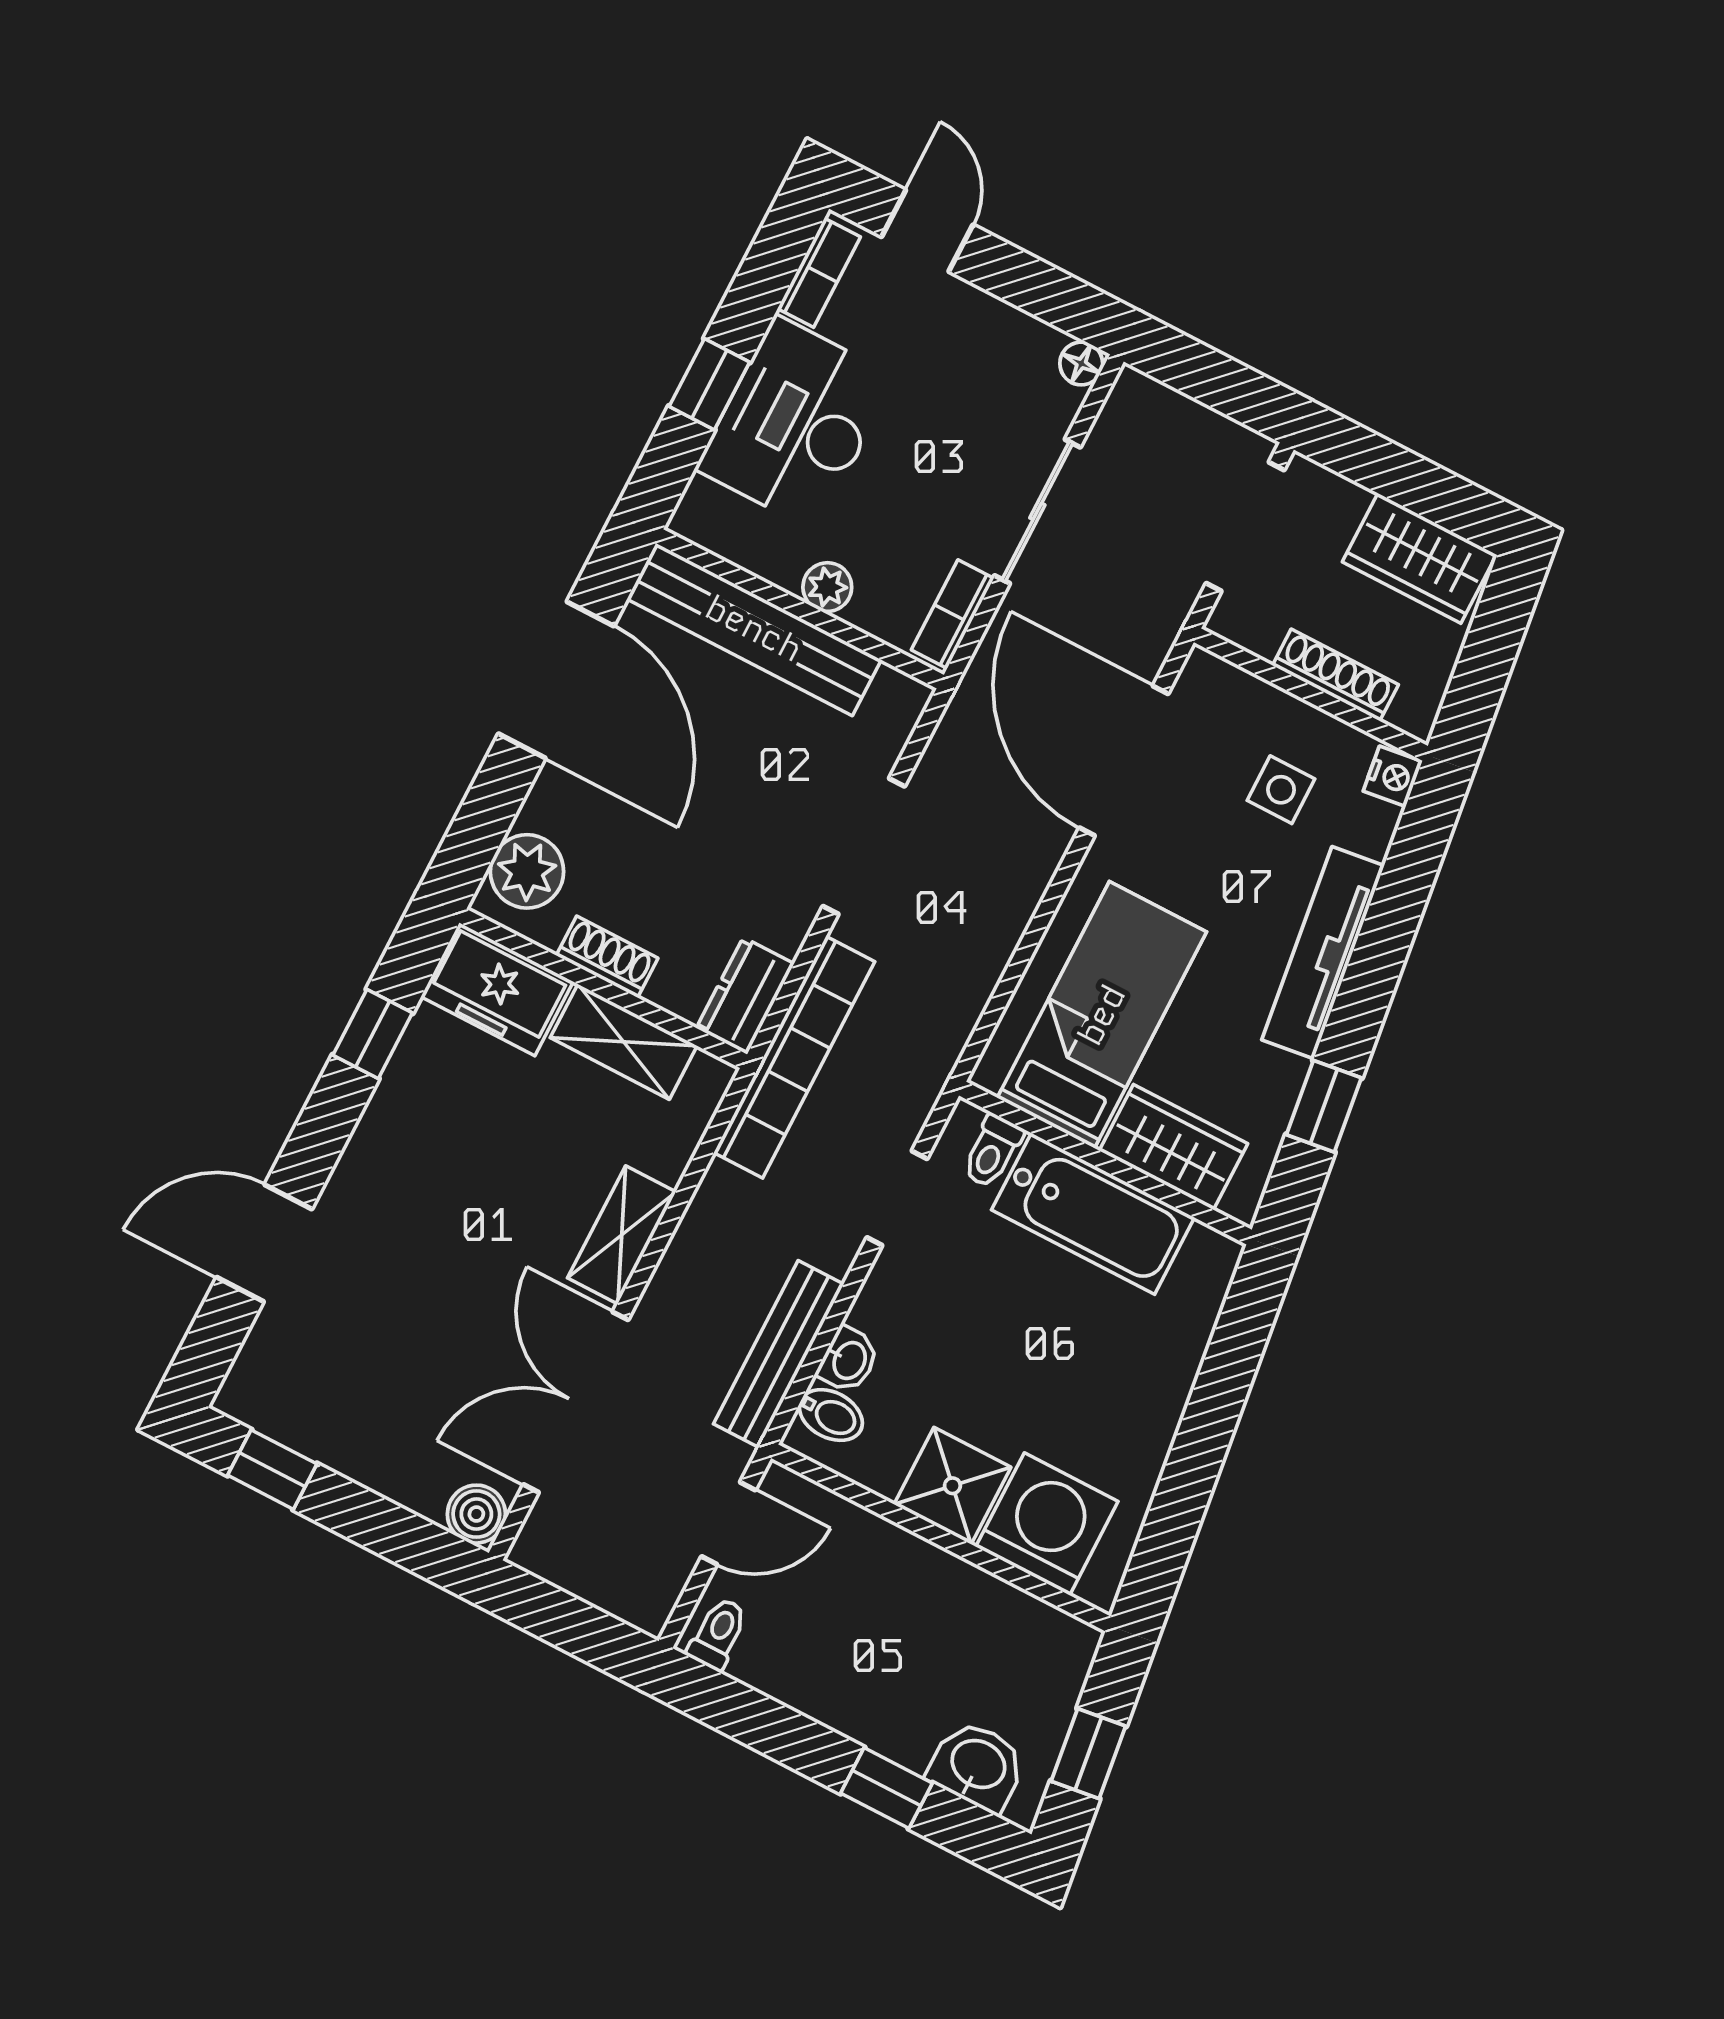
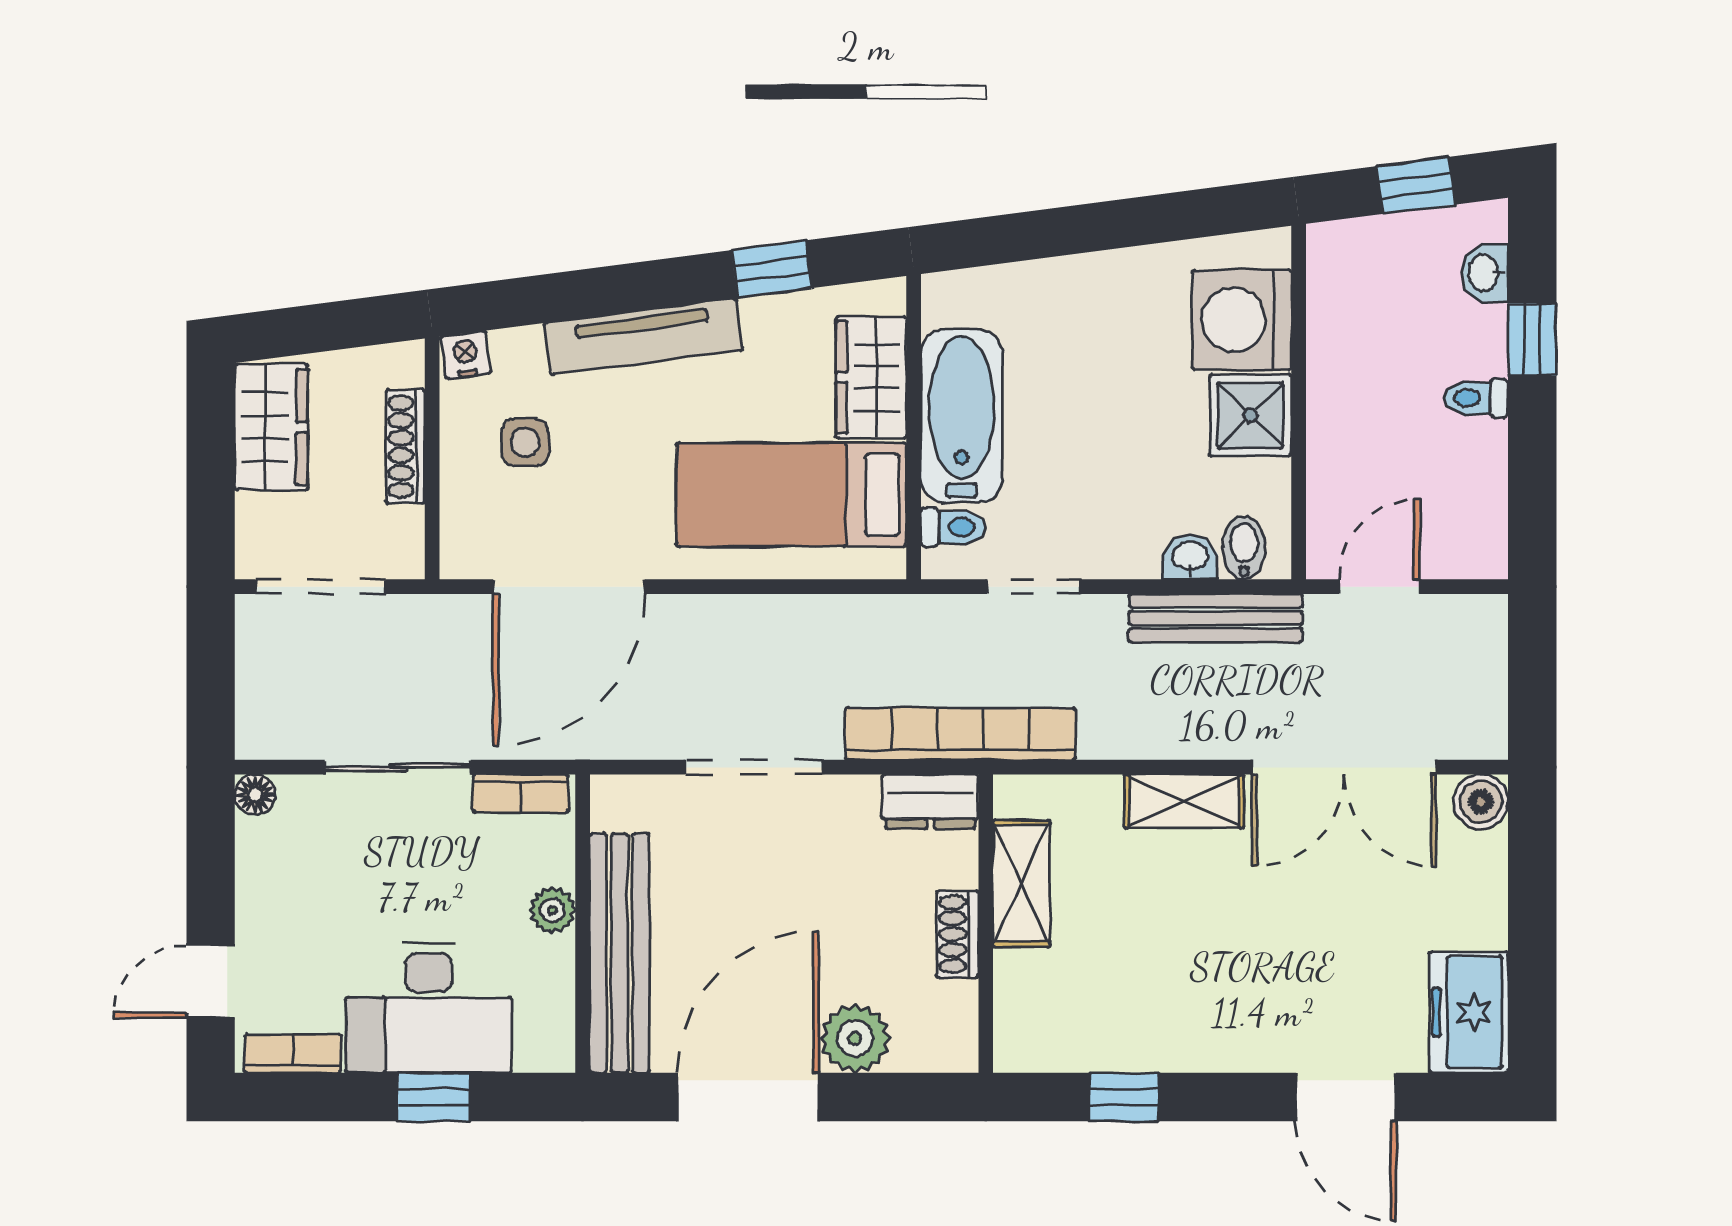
plant: (527, 871) -> (855, 1038), moved
freezer: (497, 989) -> (1469, 1012), moved, turned 180
window: (272, 1470) -> (1532, 992), removed
door: (729, 1523) -> (1379, 587), hinge flipped
toilet: (718, 1634) -> (1476, 398), moved
washbasin: (977, 1766) -> (1485, 273), width x0.72, depth x0.69

